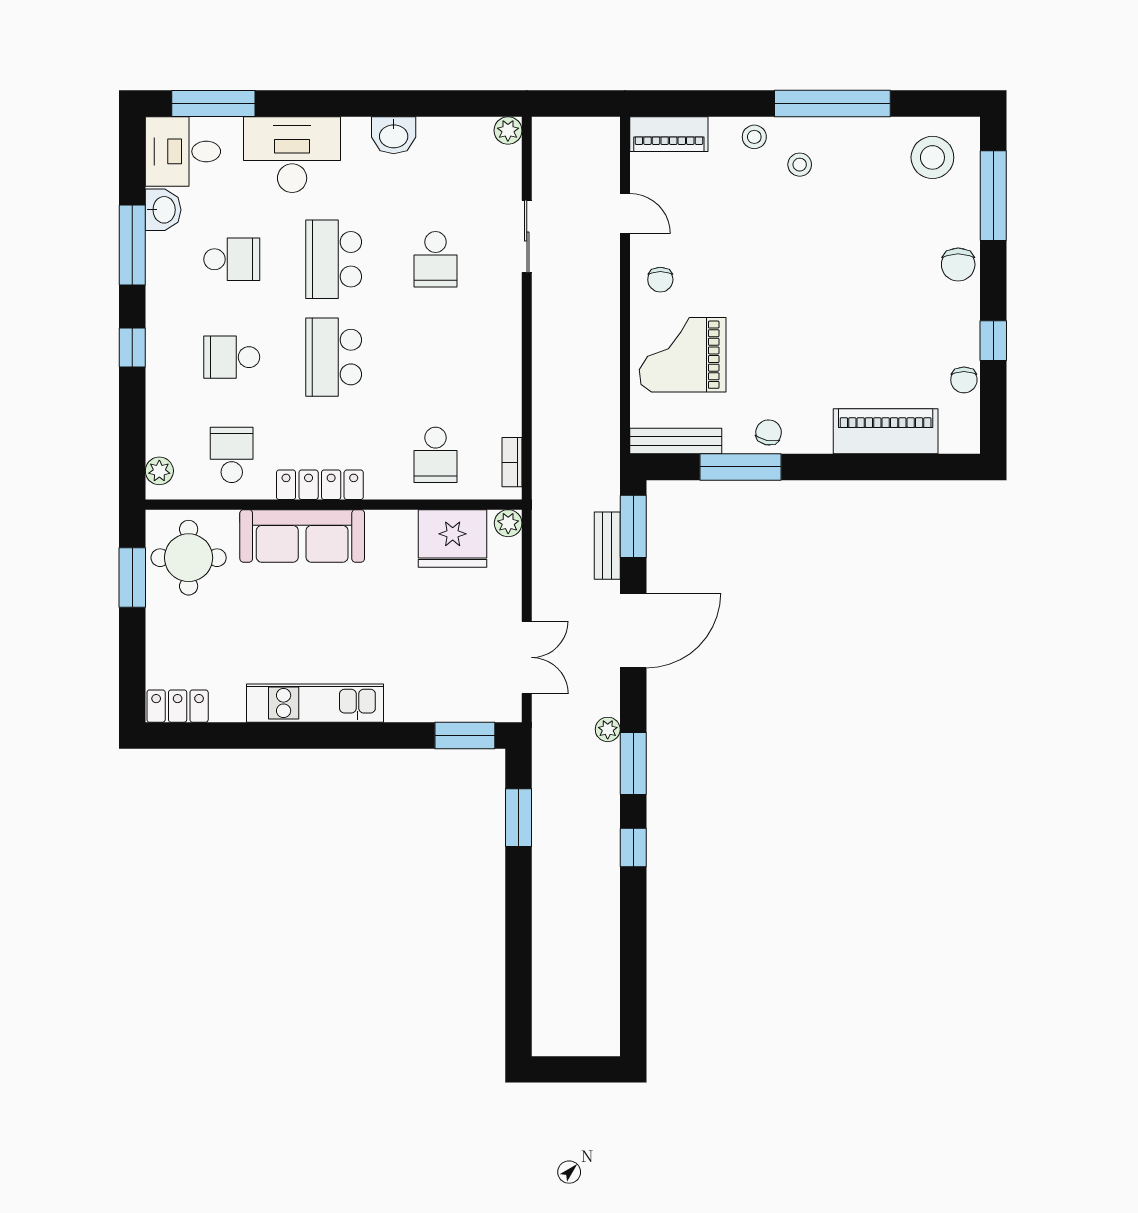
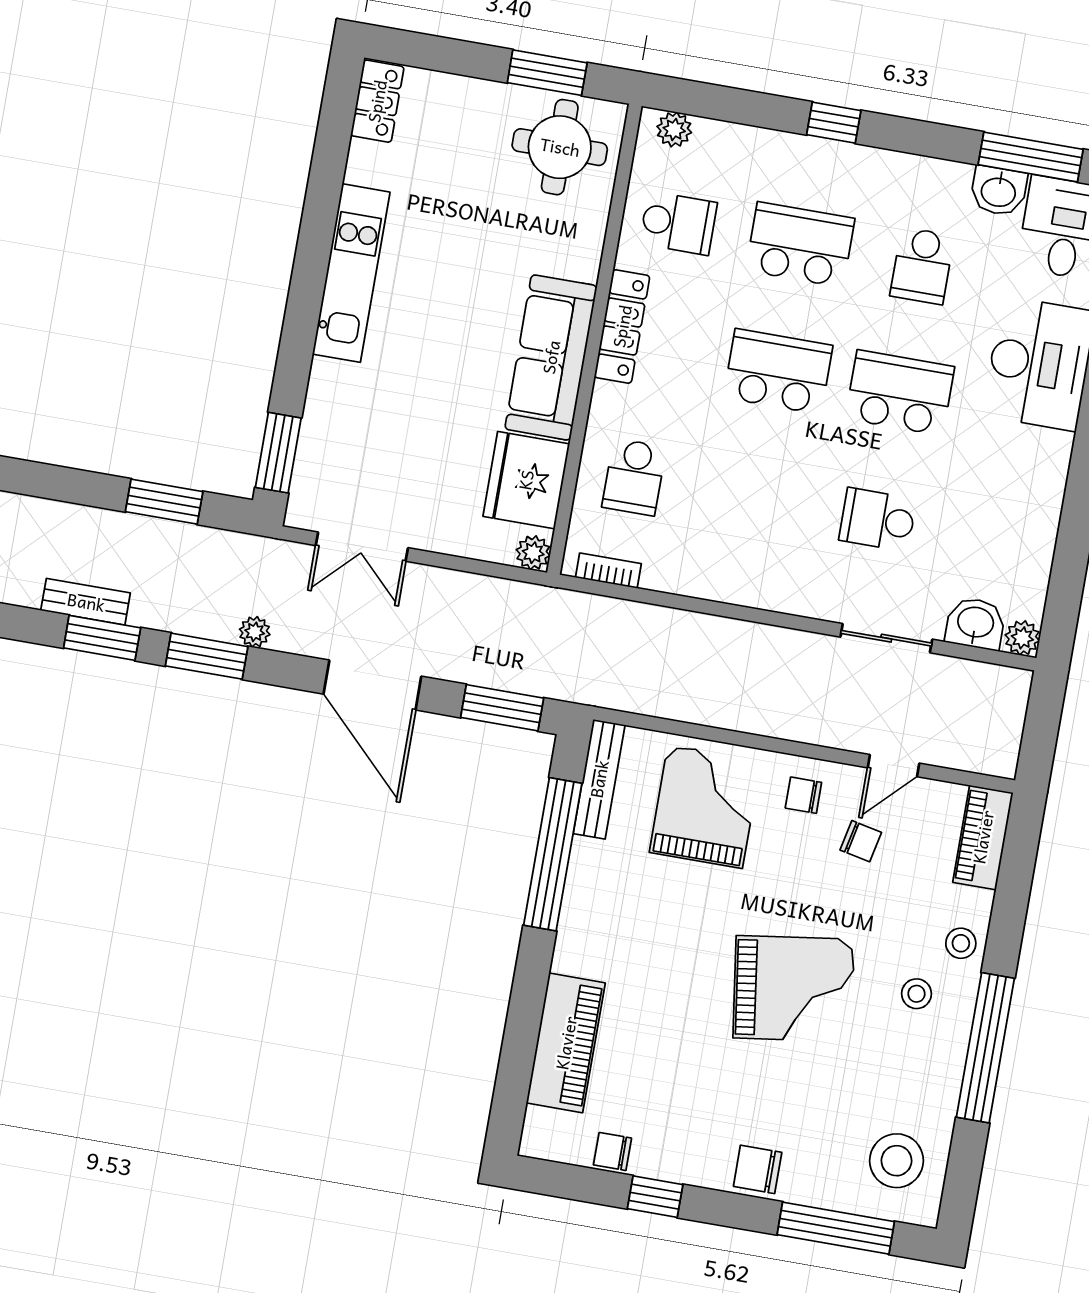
washbasin: (394, 135) -> (975, 623), moved, turned 90
window: (132, 245) -> (1031, 157), moved
grand piano: (812, 261) -> (794, 989), added
school desk: (232, 357) -> (800, 244), width x1.85
chair: (769, 432) -> (861, 841), moved
school desk: (435, 455) -> (634, 477), turned -90
window: (740, 467) -> (553, 854), width x1.46
sofa: (302, 536) -> (551, 357), moved
bench: (607, 546) -> (86, 602), moved
window: (633, 848) -> (102, 638), width x1.50

